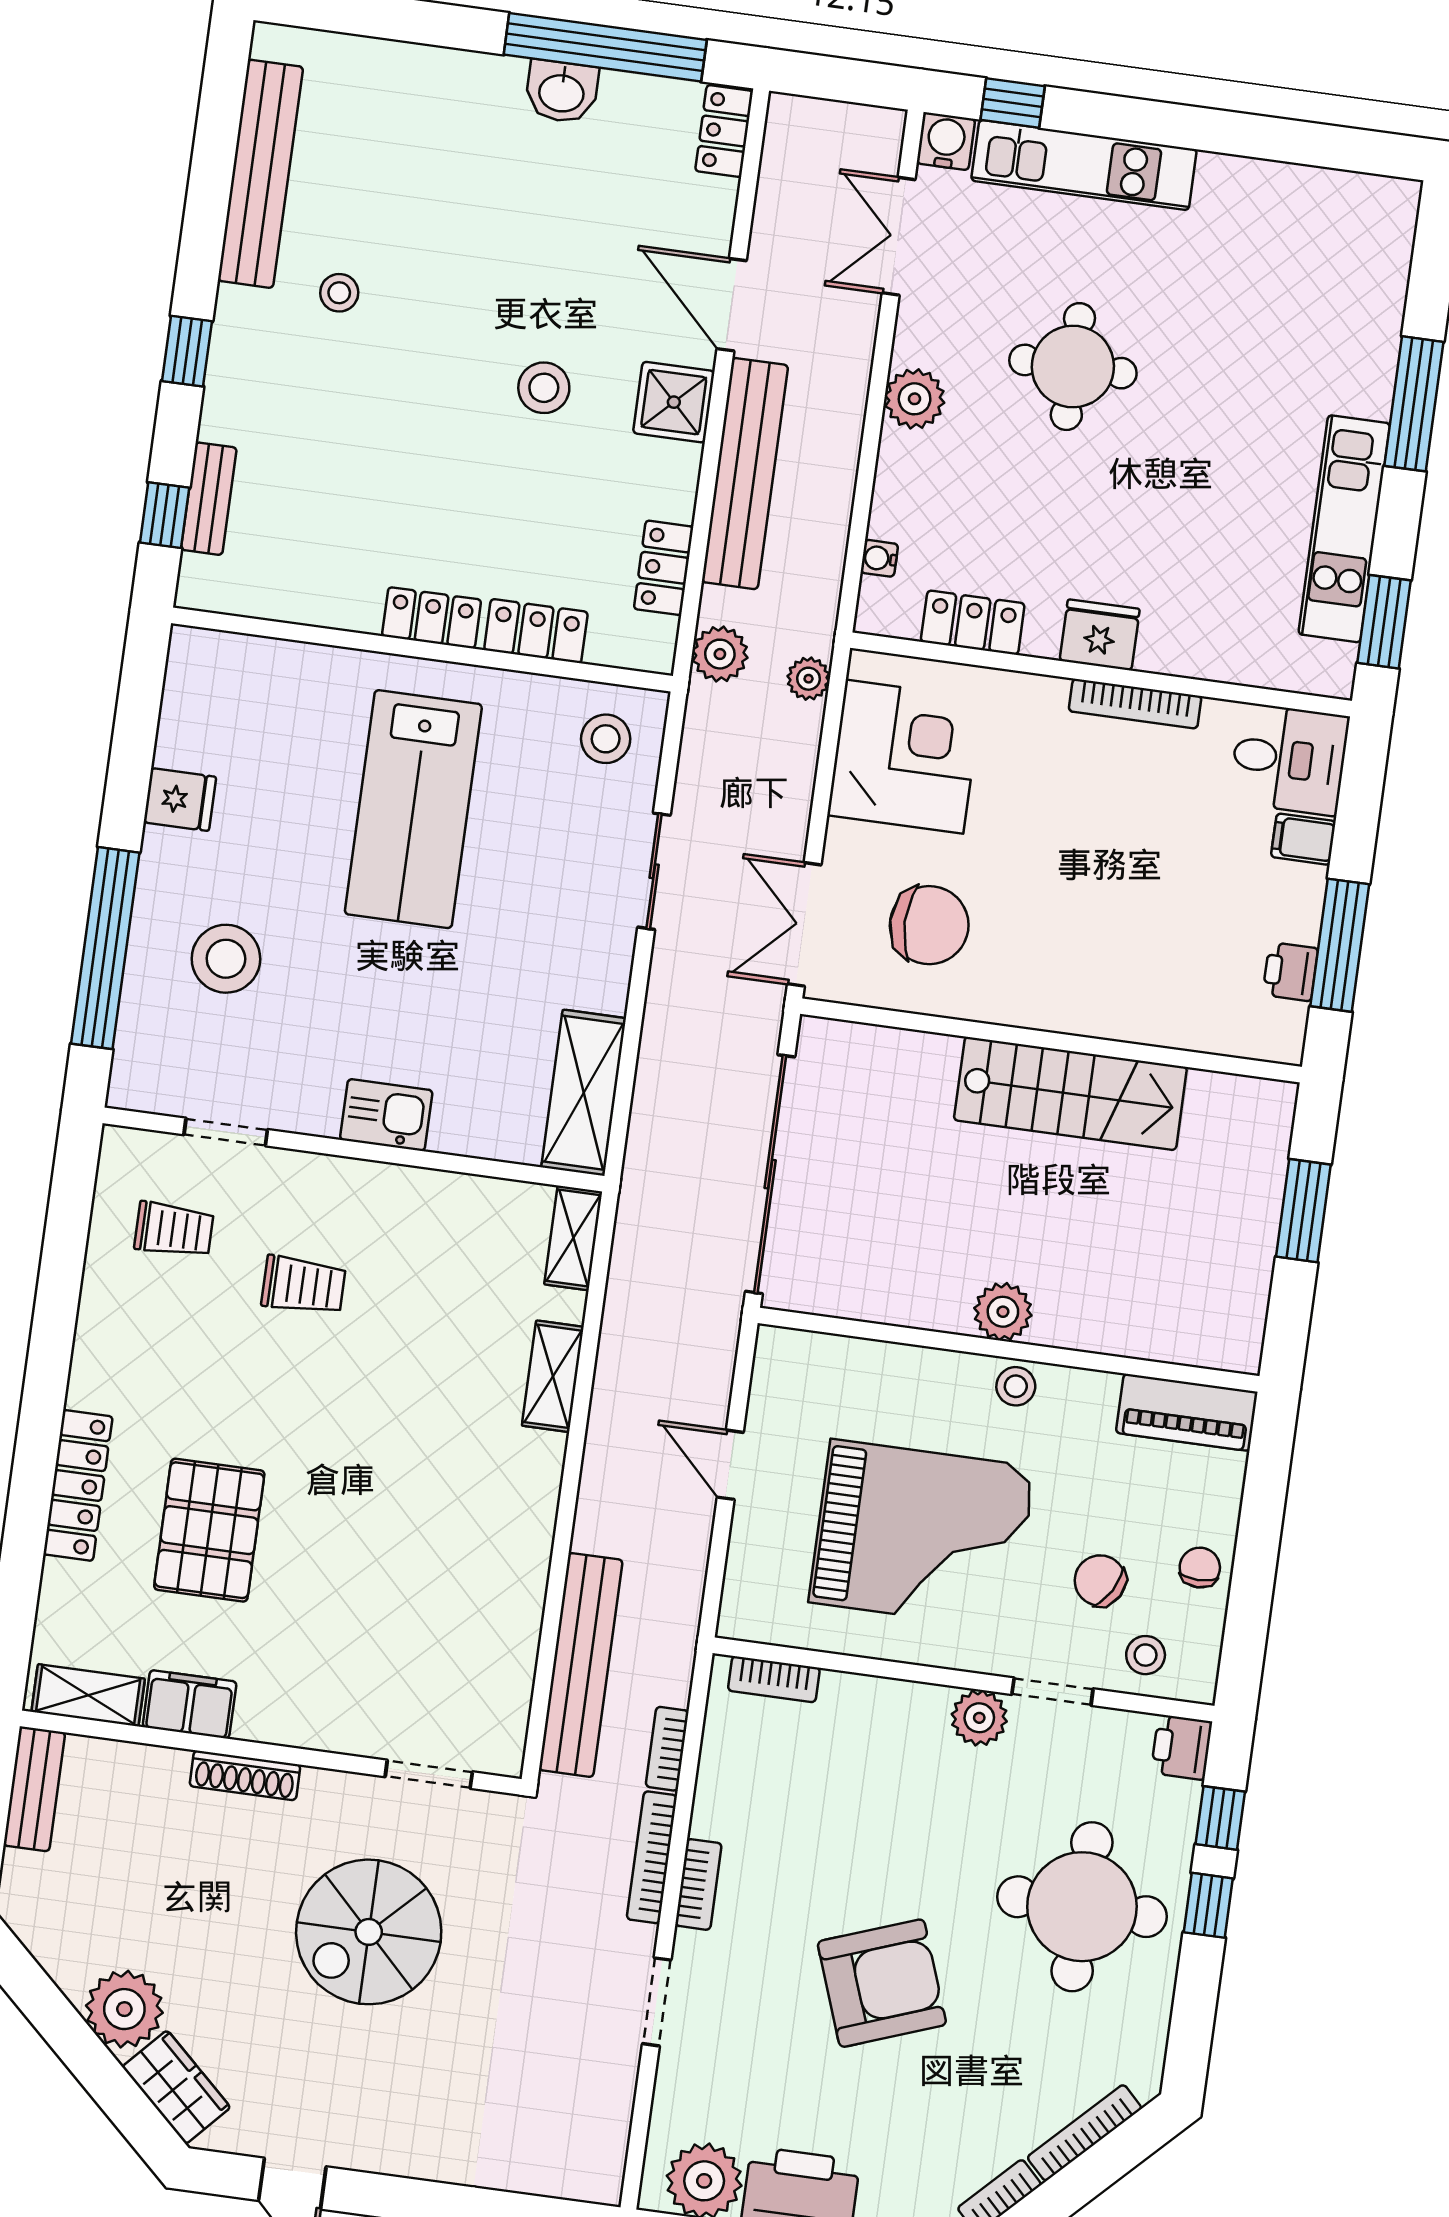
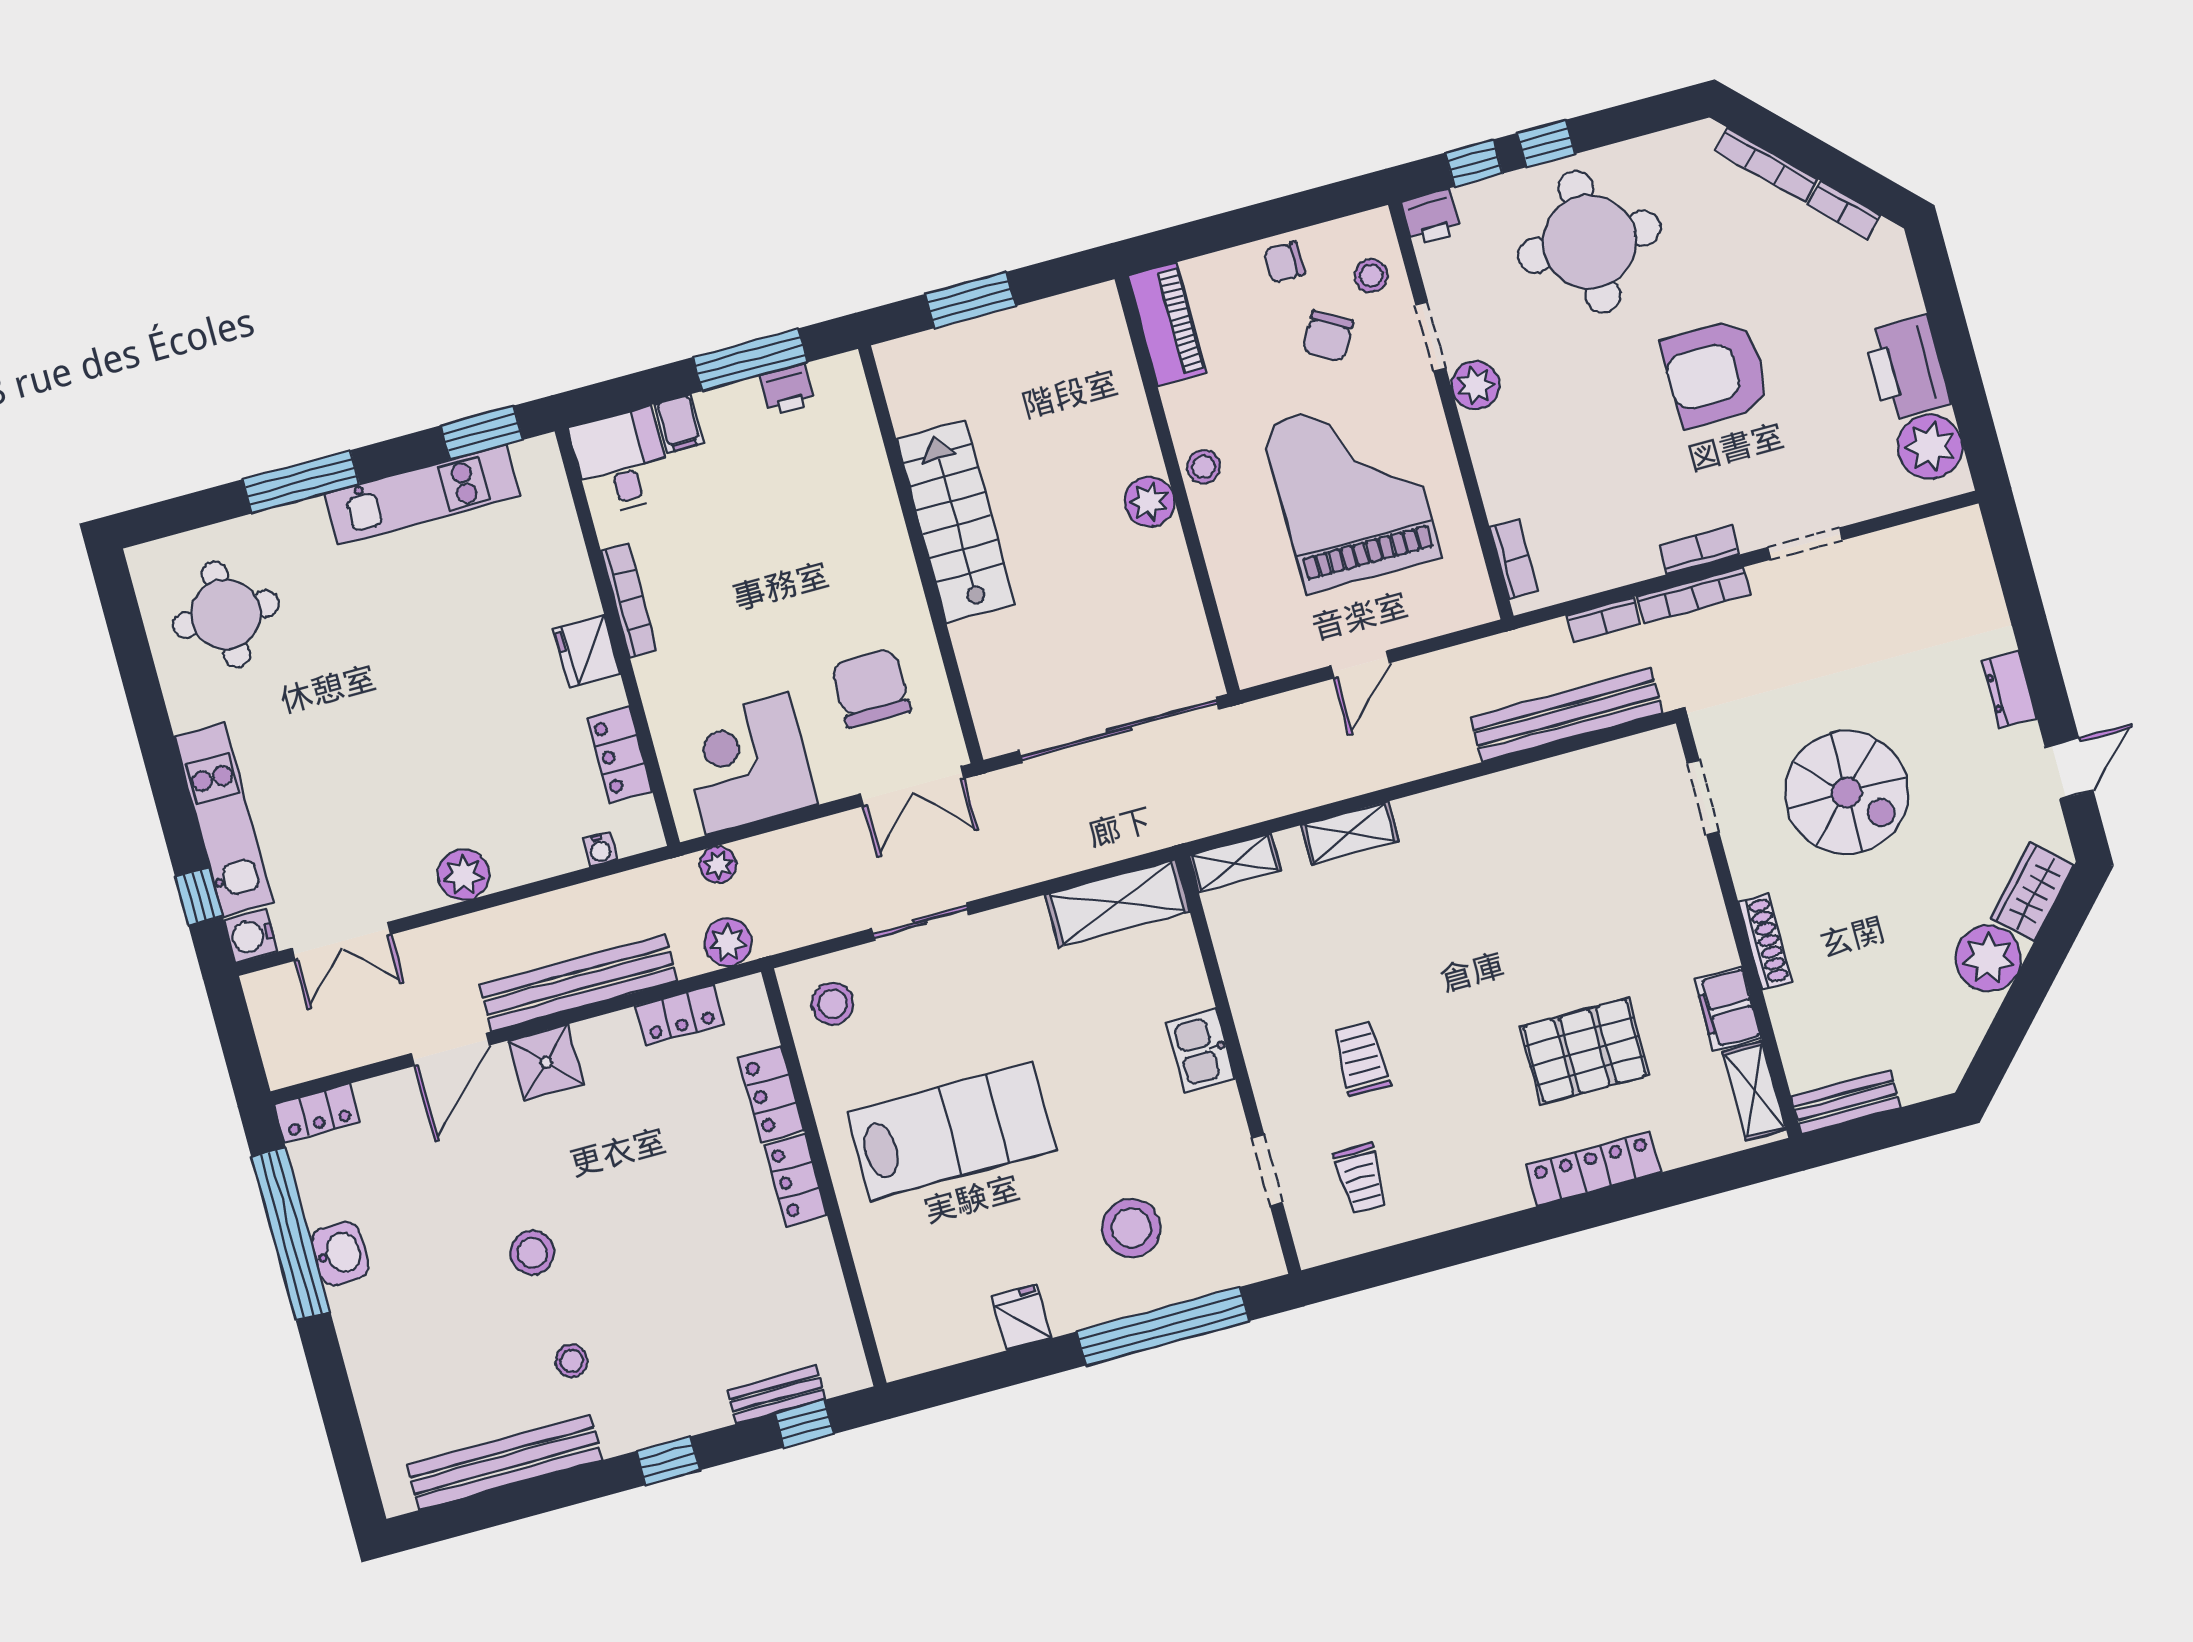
round table: (1073, 367) -> (226, 614), moved
stool: (544, 388) -> (532, 1253), moved
trolley: (174, 1230) -> (1361, 1179), turned 180
armchair: (882, 1983) -> (1716, 373), turned -70
dresser: (405, 2155) -> (2009, 690), added

